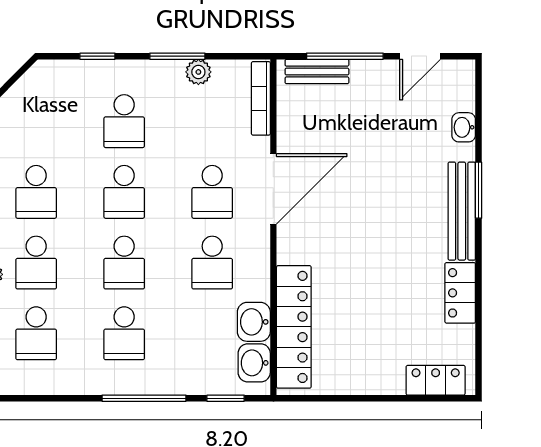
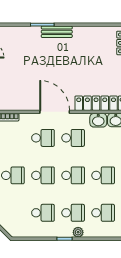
washbasin: (464, 127) -> (16, 31), removed
door: (273, 189) -> (55, 112), moved
bench: (462, 211) -> (57, 32), width x0.73
locker: (460, 293) -> (86, 32), removed

